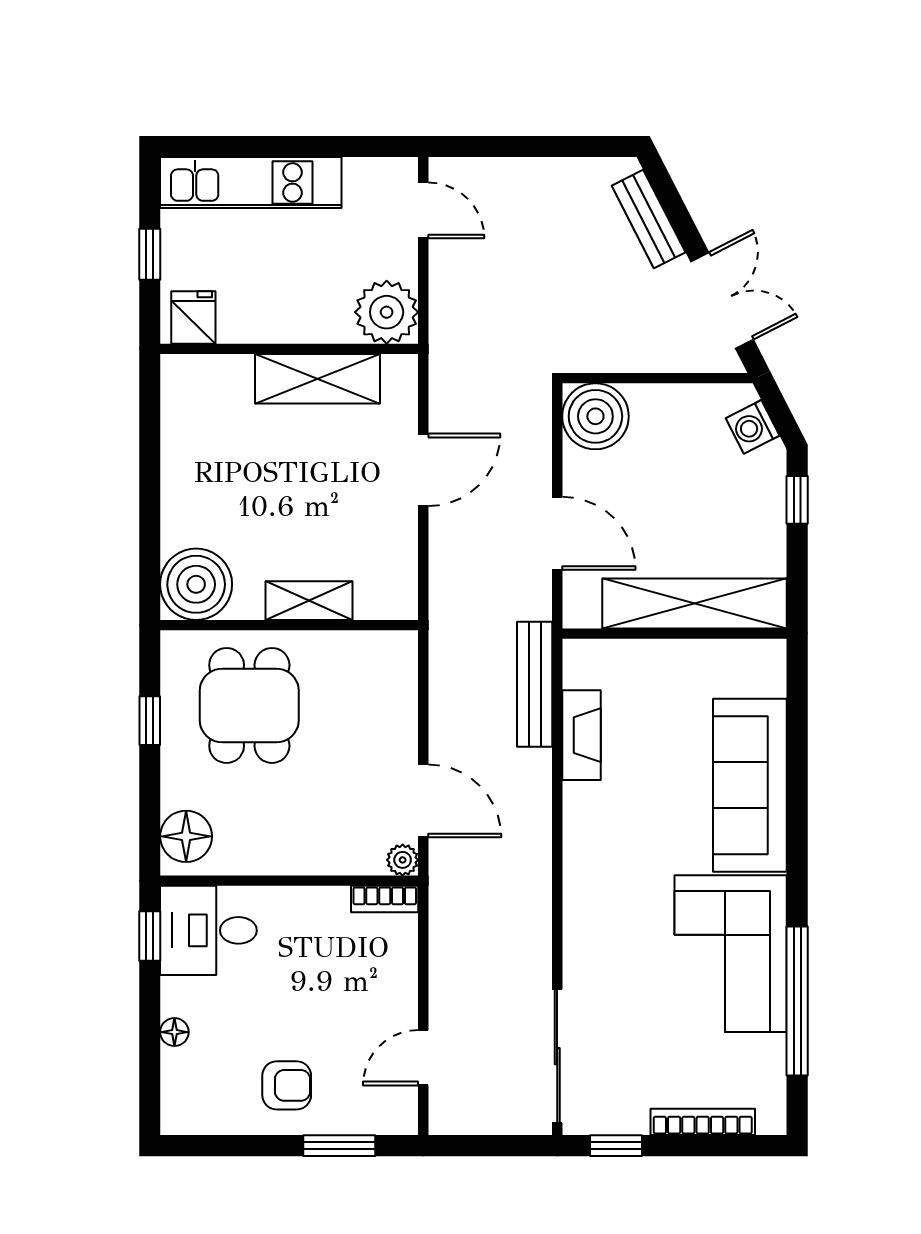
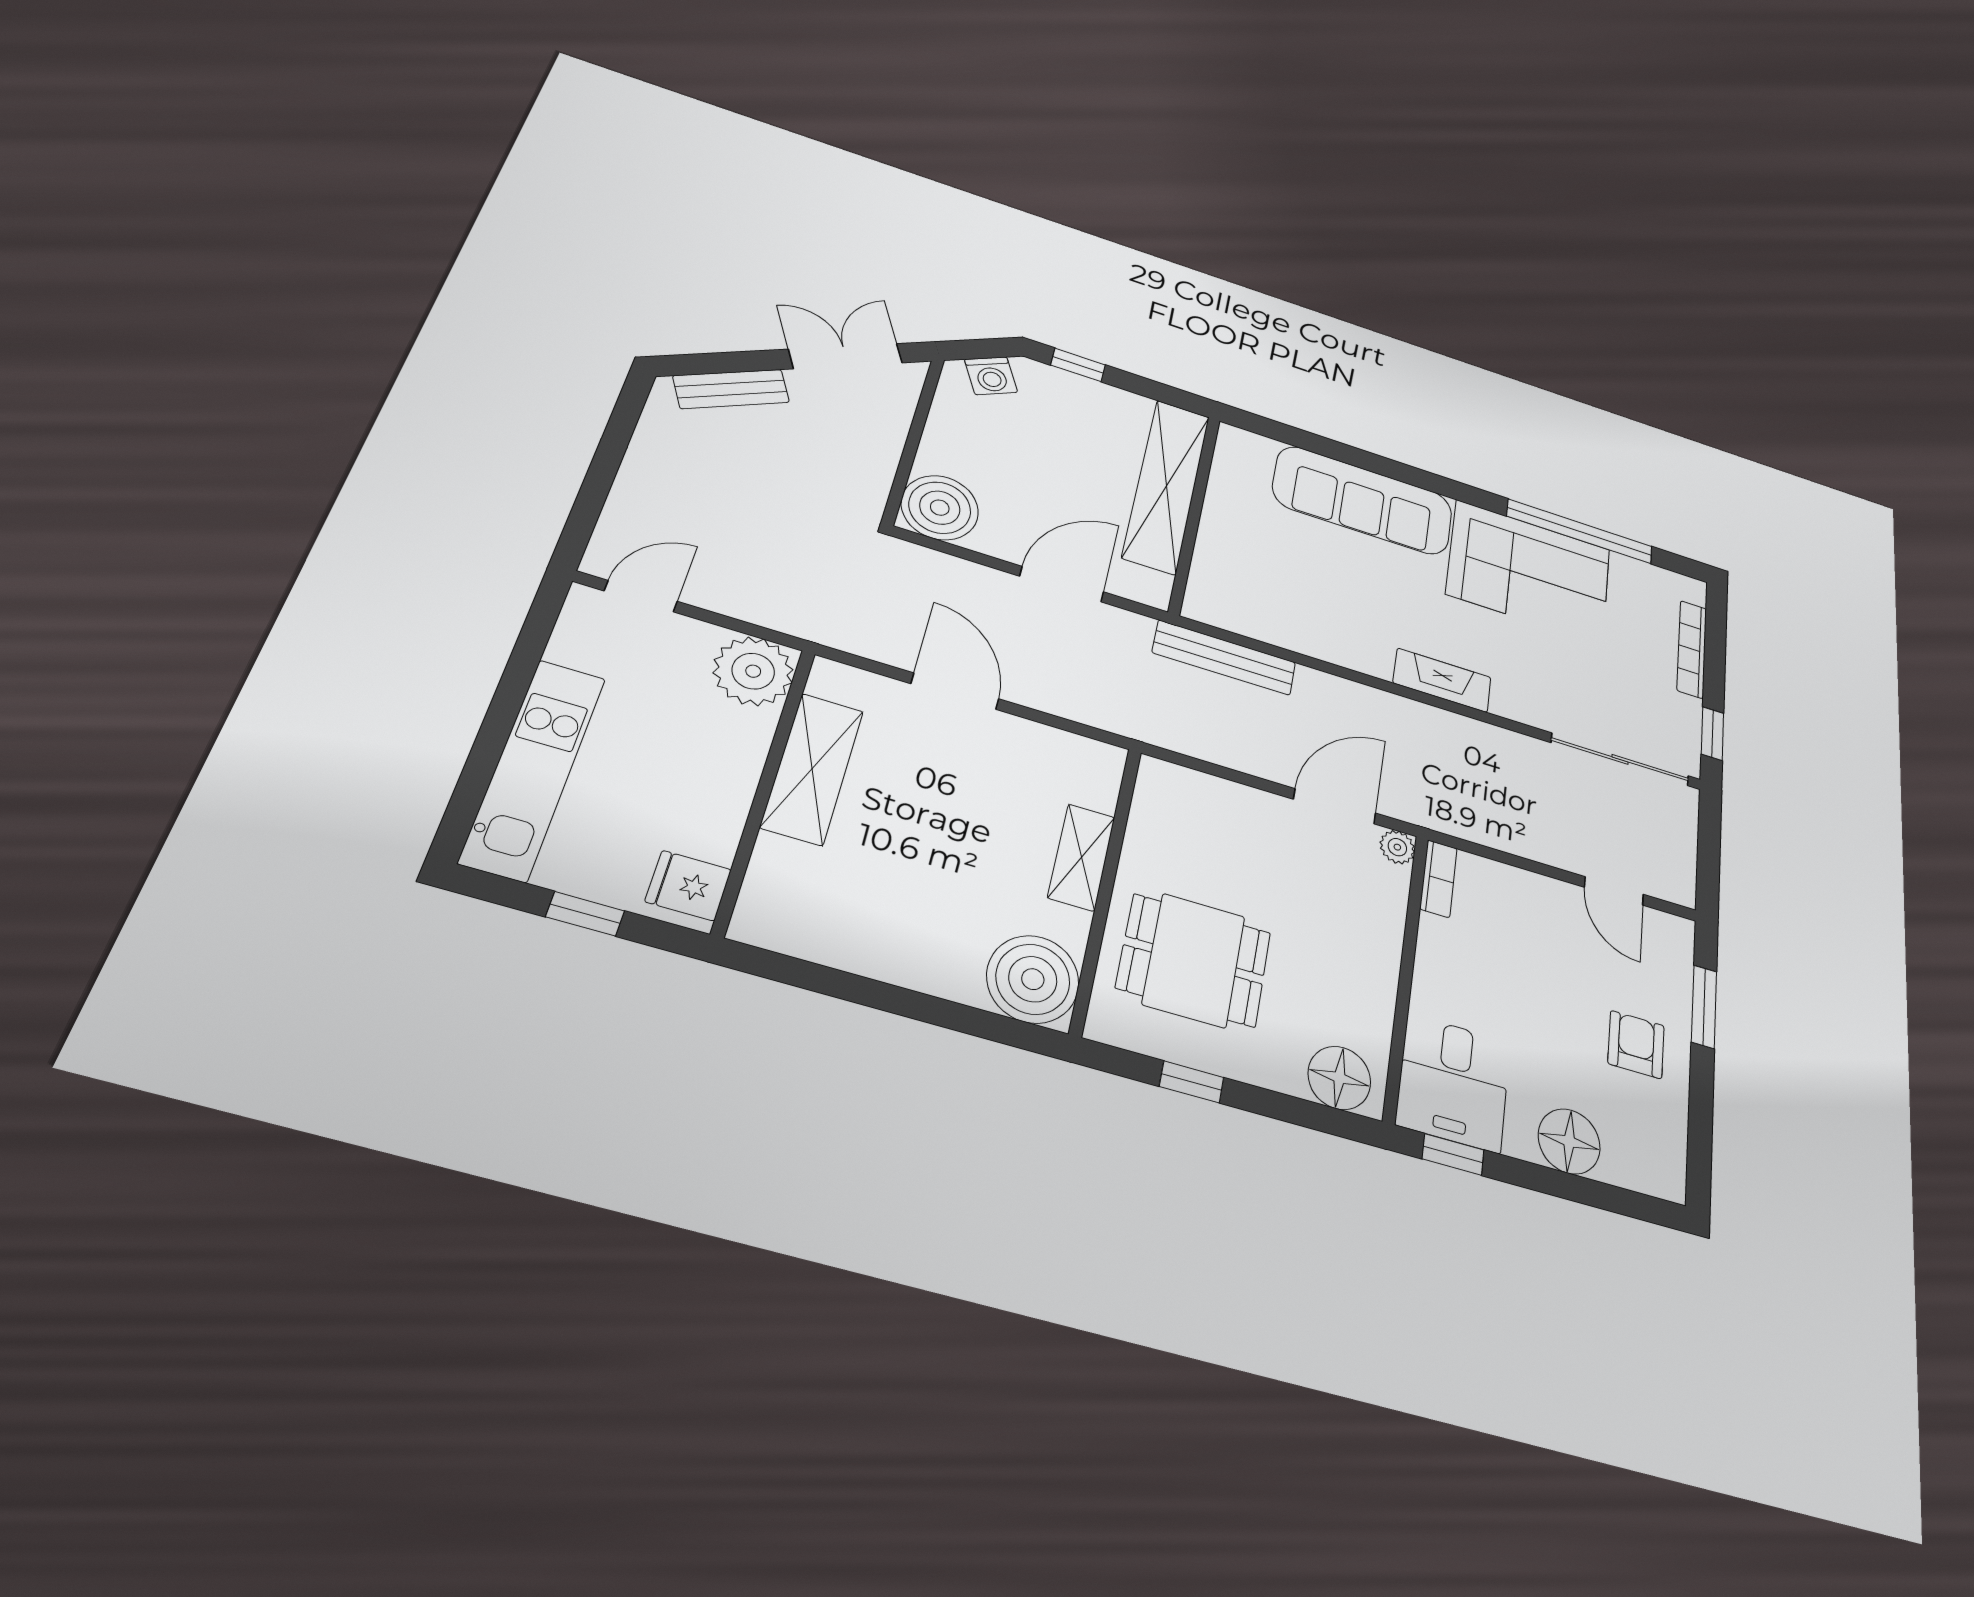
fireplace: (581, 735) -> (1442, 680), moved
floor lamp: (174, 1032) -> (1569, 1141), width x1.89, depth x1.89

